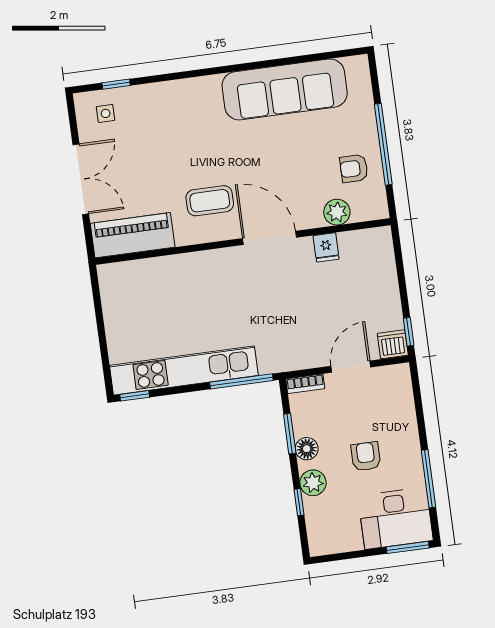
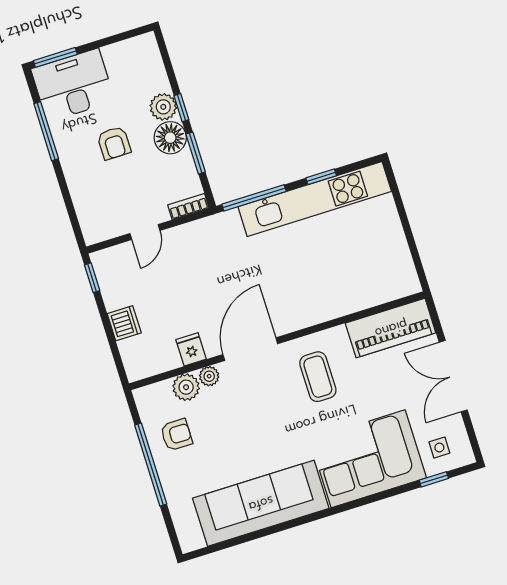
corner sofa: (175, 114) -> (368, 459), added
coffee table: (210, 201) -> (318, 377), turned 90
plant: (313, 219) -> (209, 376), added
door: (270, 238) -> (250, 349), swing flipped
dishwasher: (393, 344) -> (124, 323), moved, turned -90
door: (351, 367) -> (145, 232), width x0.73
window: (135, 396) -> (321, 177), moved
floor lamp: (307, 449) -> (170, 138), width x1.38, depth x1.38
window: (299, 502) -> (181, 108), moved

